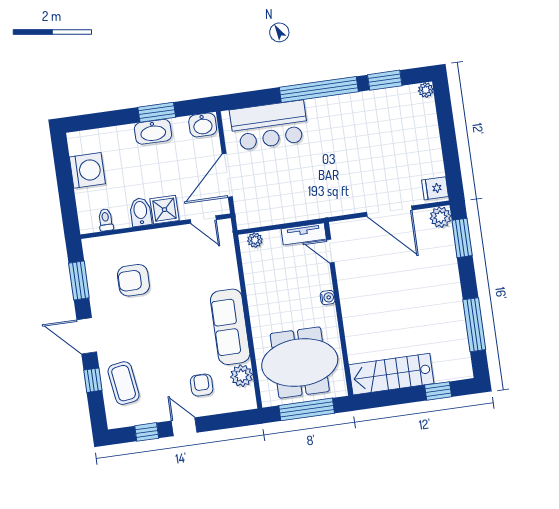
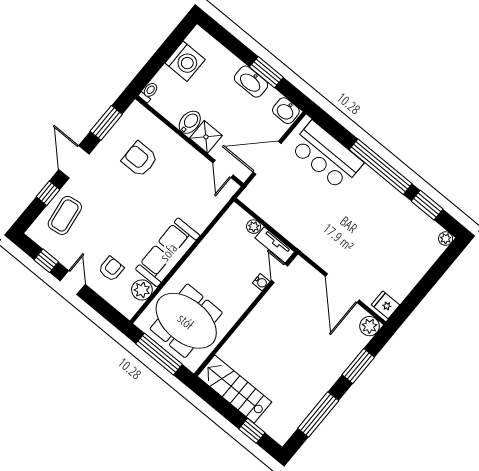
toilet: (106, 220) -> (149, 92), moved
window: (462, 238) -> (358, 366), moved
plant: (255, 240) -> (254, 227), moved
water cooler: (328, 298) -> (261, 282), moved

